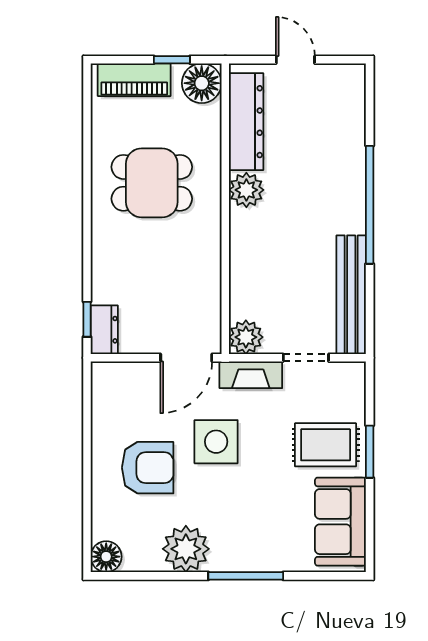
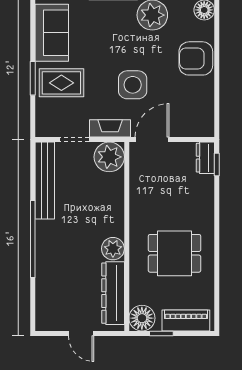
plant: (246, 337) -> (109, 157), width x1.36, depth x1.36
armchair: (148, 468) -> (196, 58), moved

